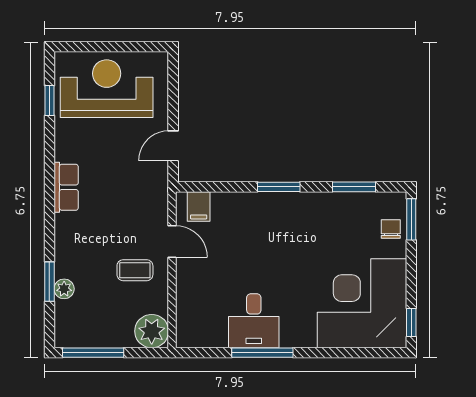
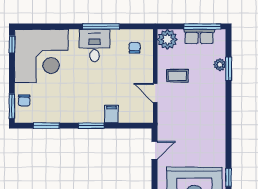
row of seats: (66, 187) -> (199, 36), moved, turned -90
filing cabinet: (199, 206) -> (111, 114), moved
chair: (206, 317) -> (135, 48), added
desk: (254, 321) -> (94, 46), moved

